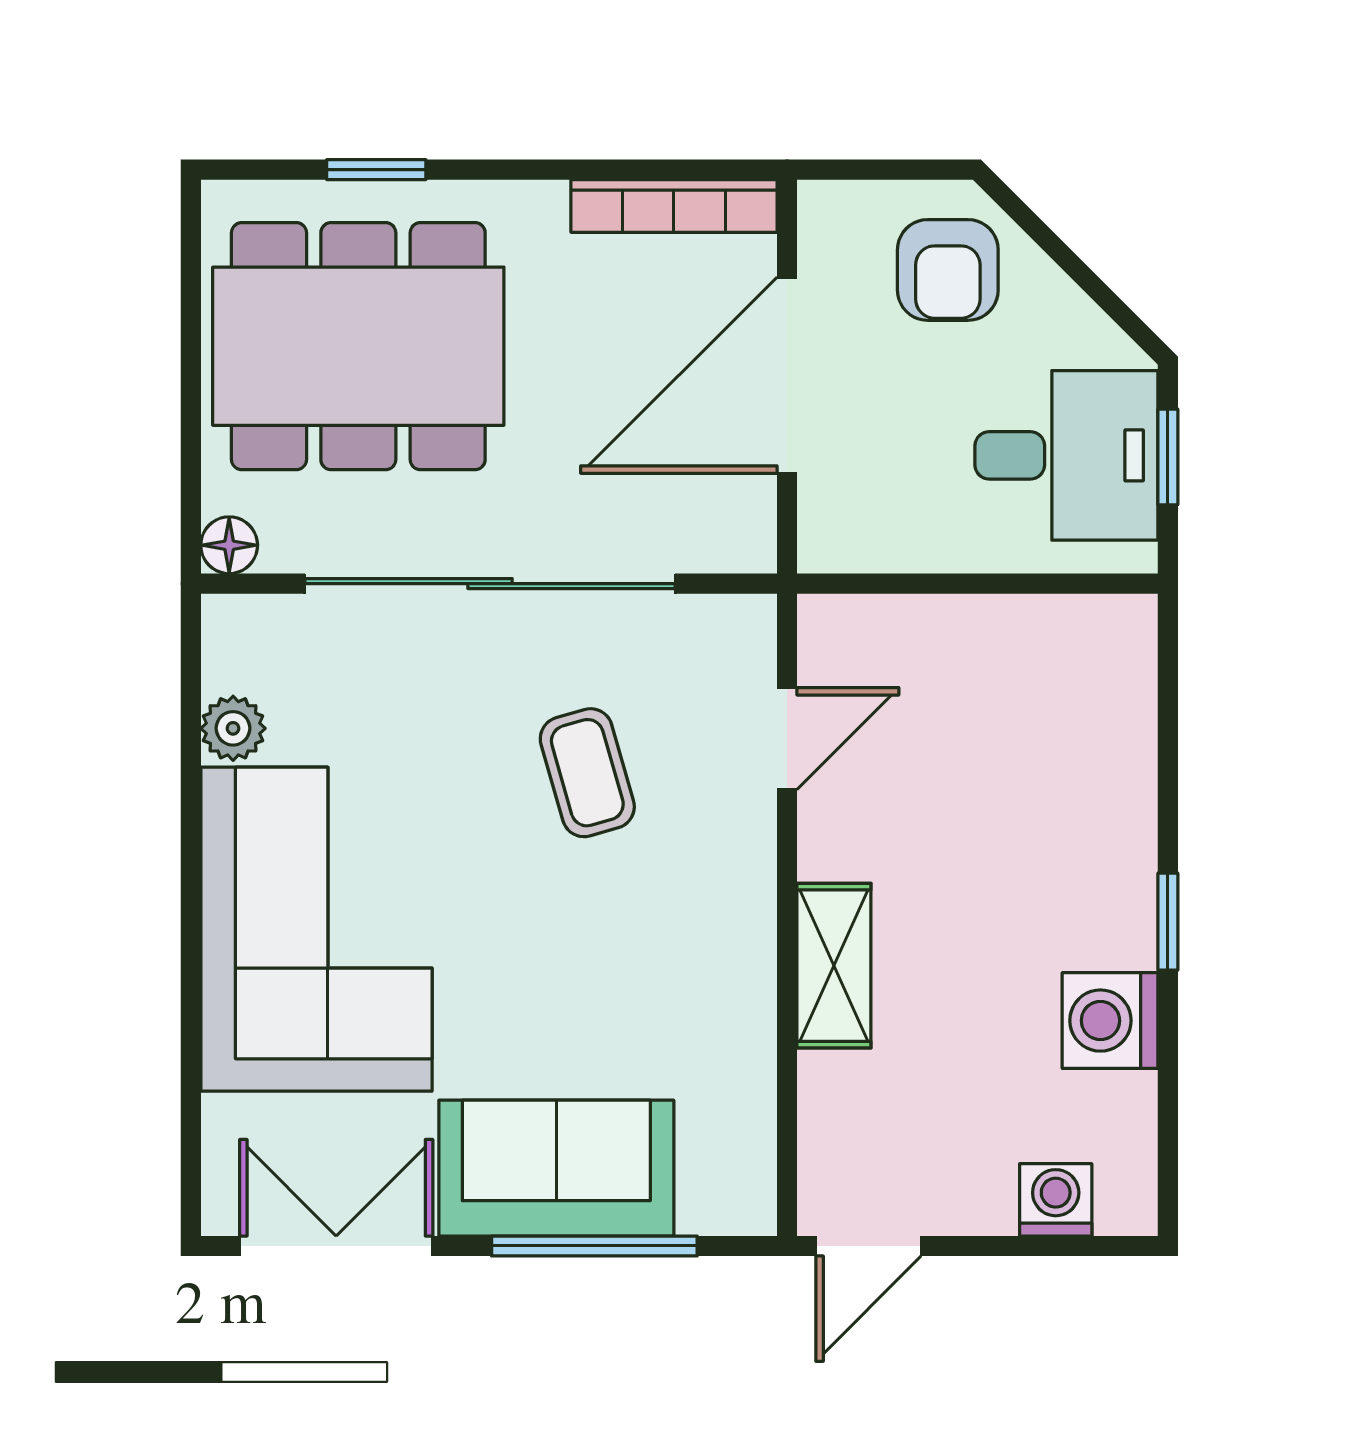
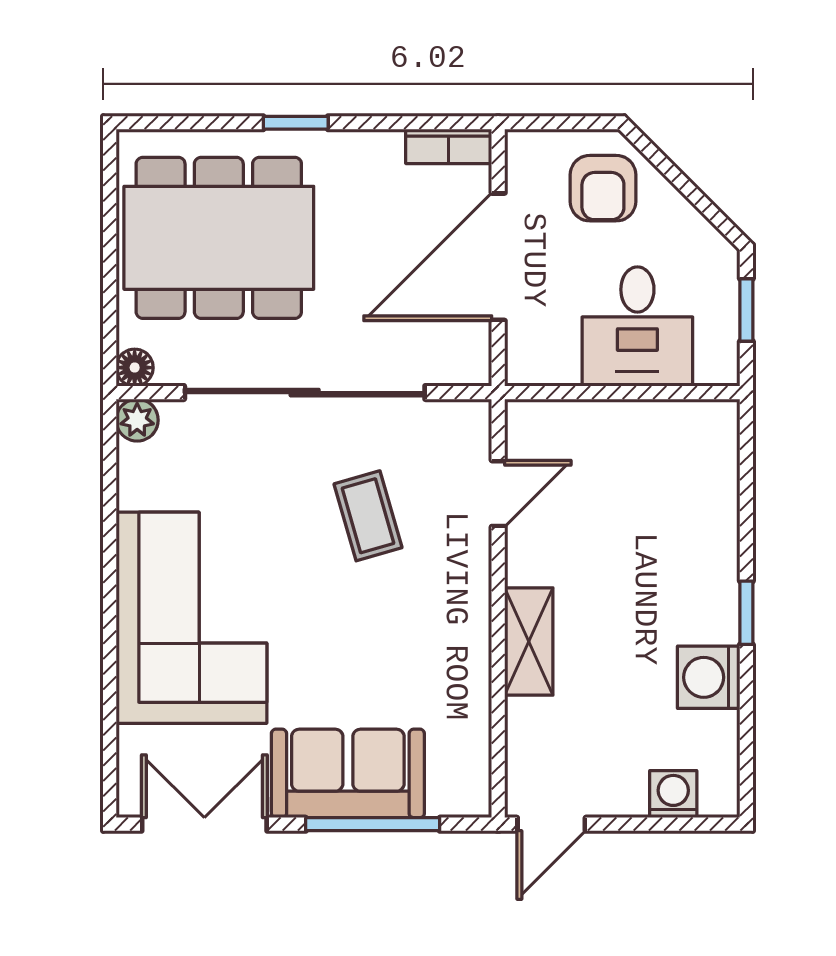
window: (376, 170) -> (296, 123), moved
bookcase: (674, 206) -> (449, 146), width x0.64
desk: (1066, 455) -> (637, 326), moved, turned 90
plant: (233, 728) -> (137, 420), moved

